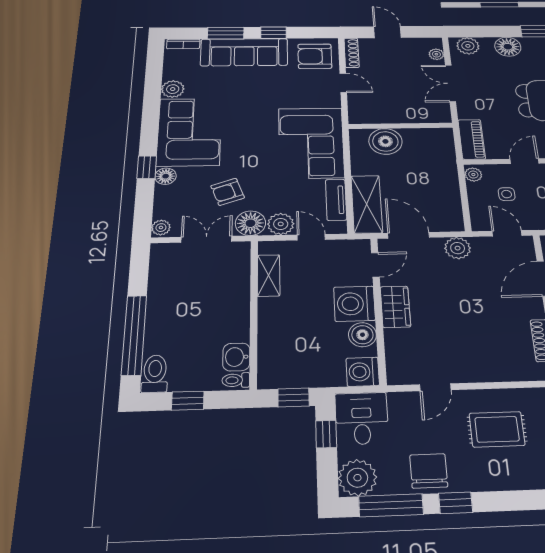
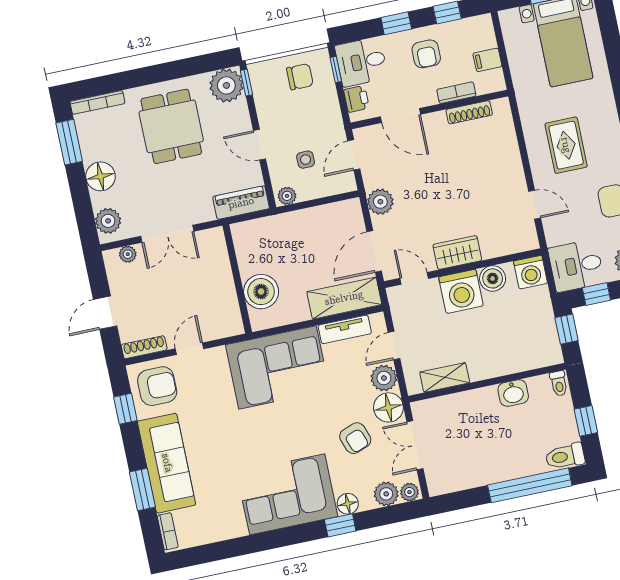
window: (274, 33) -> (125, 409), moved
armchair: (315, 56) -> (157, 386), turned -90
plant: (173, 89) -> (386, 494), moved
washbasin: (236, 357) -> (513, 393), moved

